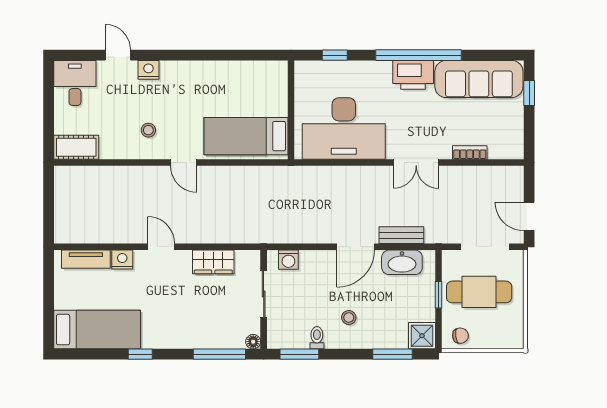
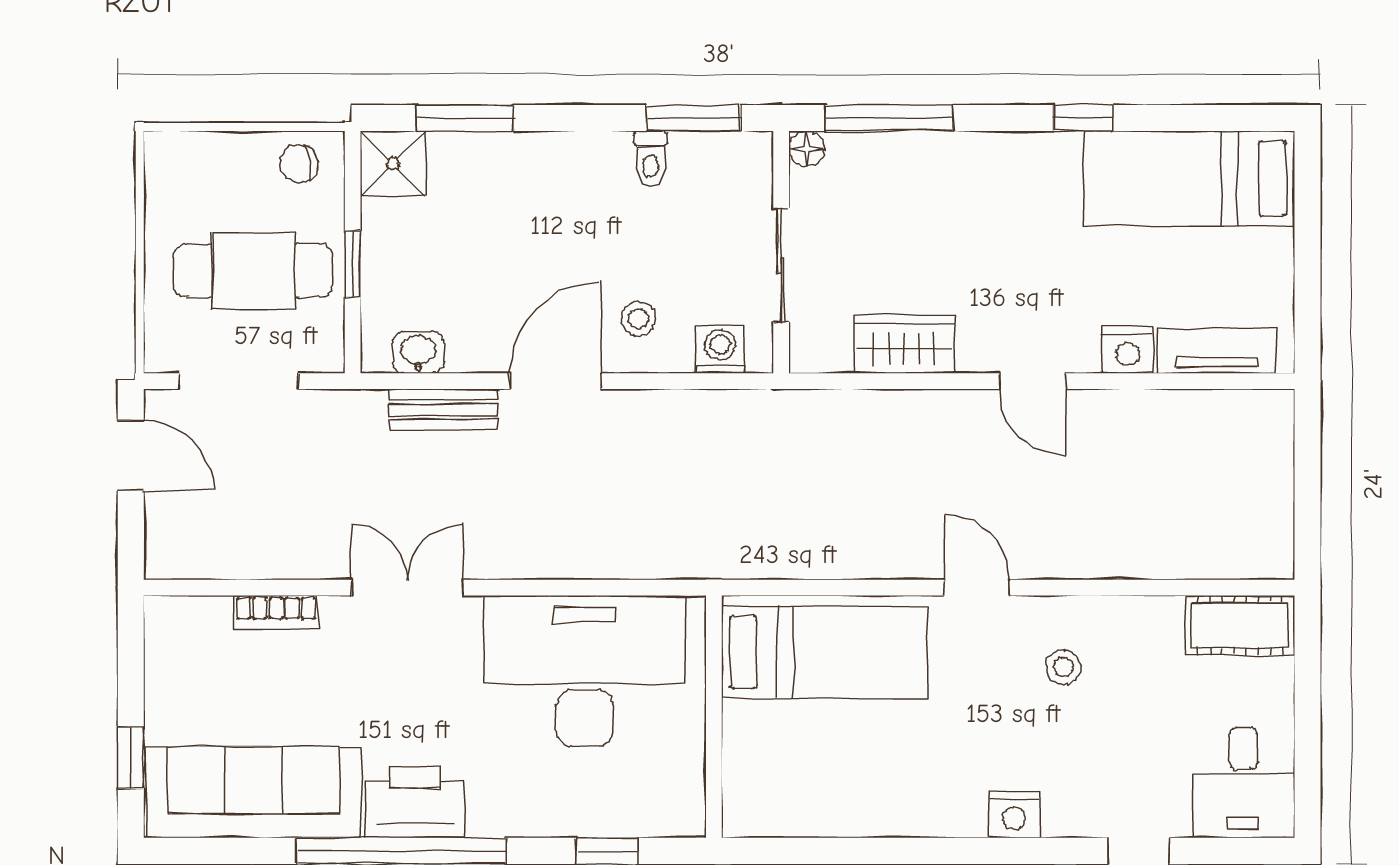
nightstand: (148, 70) -> (1014, 815), moved
washbasin: (402, 262) -> (418, 352), width x0.52, depth x0.69
stool: (349, 317) -> (638, 319), moved

